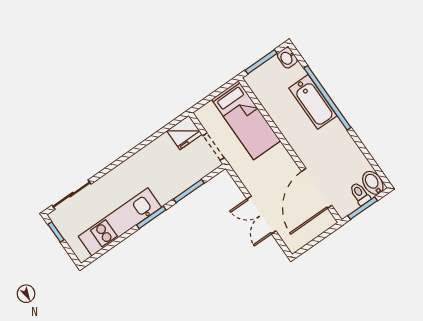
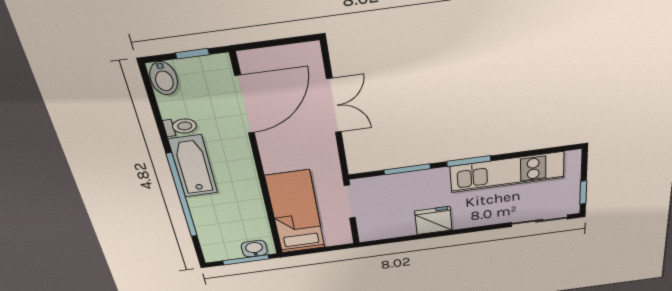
washbasin: (287, 58) -> (254, 249), moved, turned -90
bathtub: (313, 102) -> (193, 166), moved
fridge: (184, 133) -> (433, 221), moved
toilet: (360, 194) -> (180, 127), moved, turned -90
window: (363, 208) -> (192, 54), width x0.67

